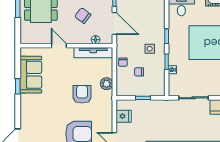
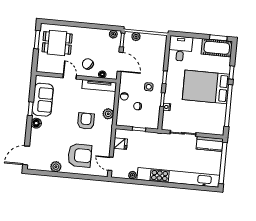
chair: (83, 16) -> (88, 64), moved
floor lamp: (26, 102) -> (36, 123), added

